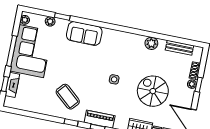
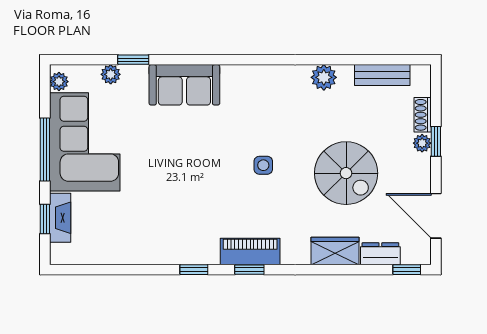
spiral stairs: (153, 91) -> (346, 173), turned 180
coffee table: (68, 97) -> (177, 219), removed

